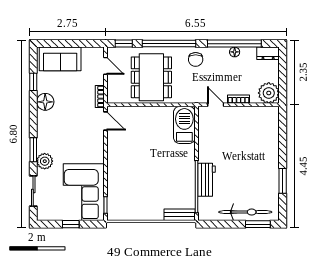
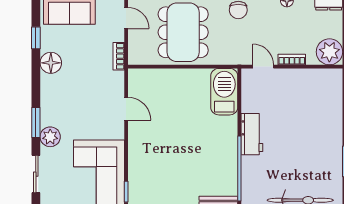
door: (106, 121) -> (126, 109), moved
workbench: (207, 180) -> (252, 134), moved

